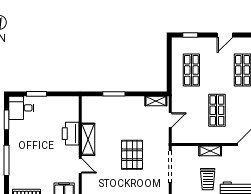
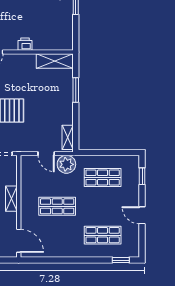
plant: (180, 102) -> (66, 164), added
printer: (71, 134) -> (25, 44), width x0.53, depth x0.68
shelving: (88, 139) -> (55, 61), moved

